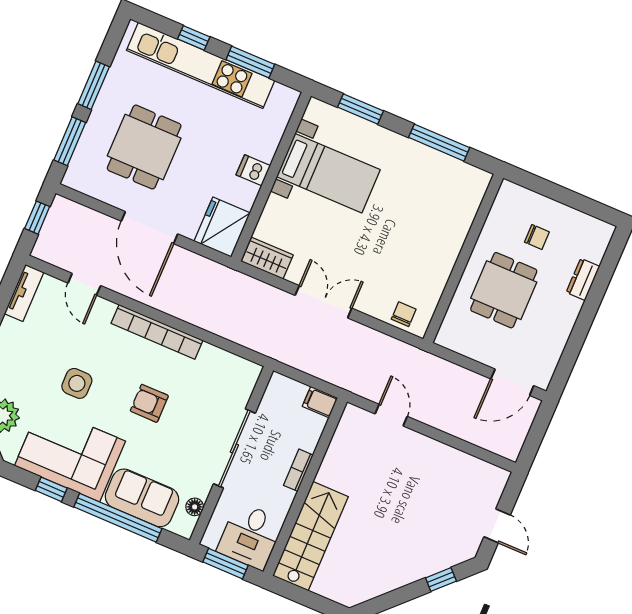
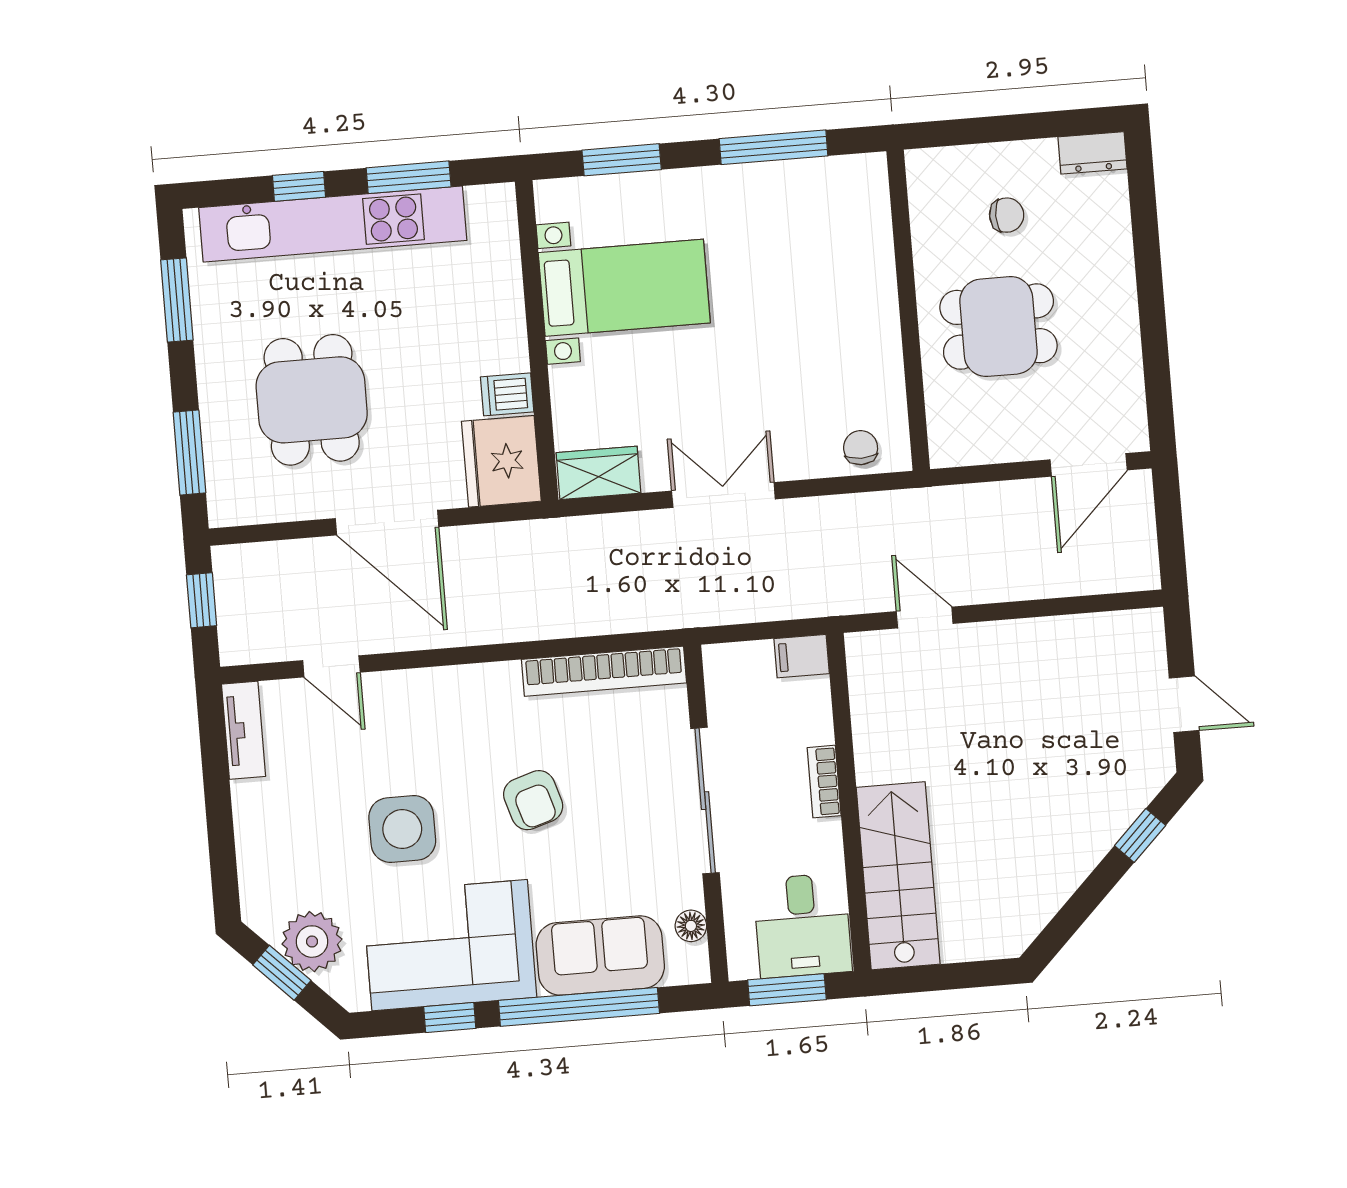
window: (94, 85) -> (177, 300), moved
dishwasher: (253, 170) -> (507, 394), moved
dresser: (583, 279) -> (1092, 153), moved, turned -90
dining table: (504, 290) -> (998, 327), turned 90
bookcase: (157, 332) -> (604, 671), moved
side table: (77, 383) -> (402, 829), width x1.37, depth x1.37
armchair: (149, 403) -> (533, 800), turned -107

